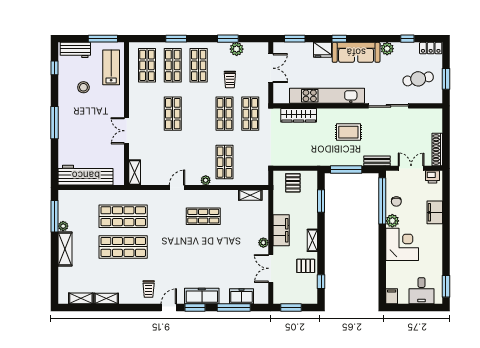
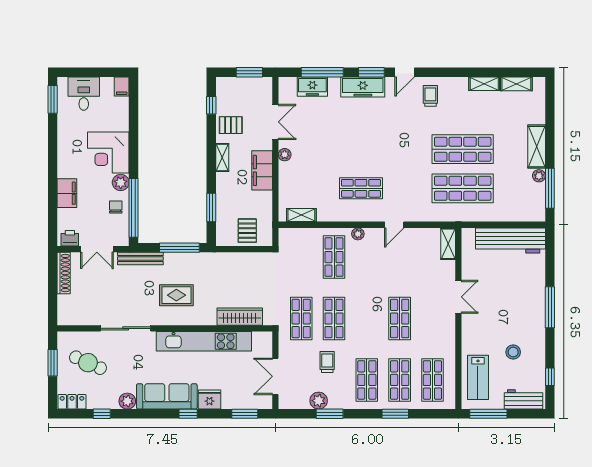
cafe table: (418, 79) -> (88, 363), turned 35
bench: (377, 161) -> (140, 259), width x1.36

